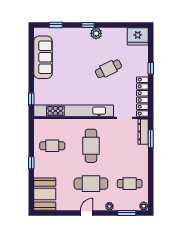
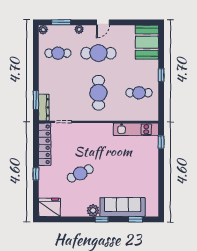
sofa: (43, 57) -> (123, 207), moved, turned 90
kitchen unit: (74, 111) -> (136, 129), width x0.54

